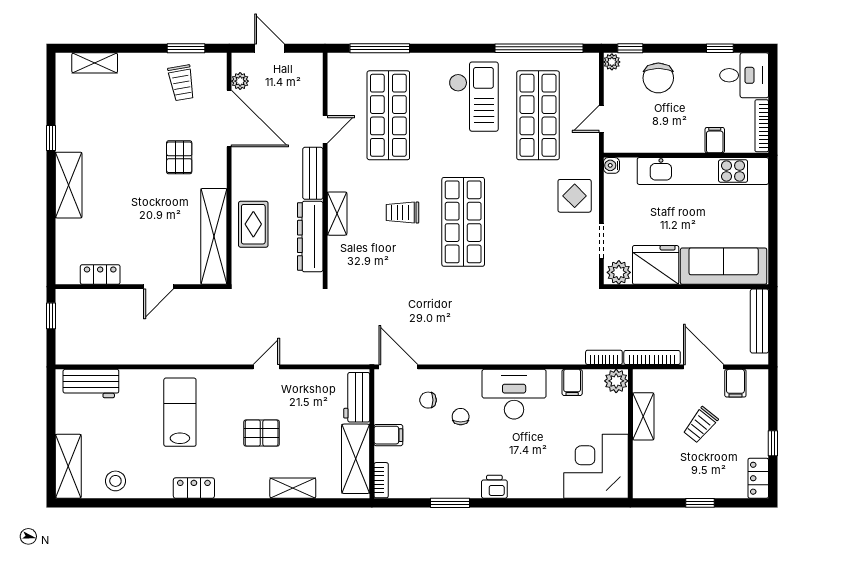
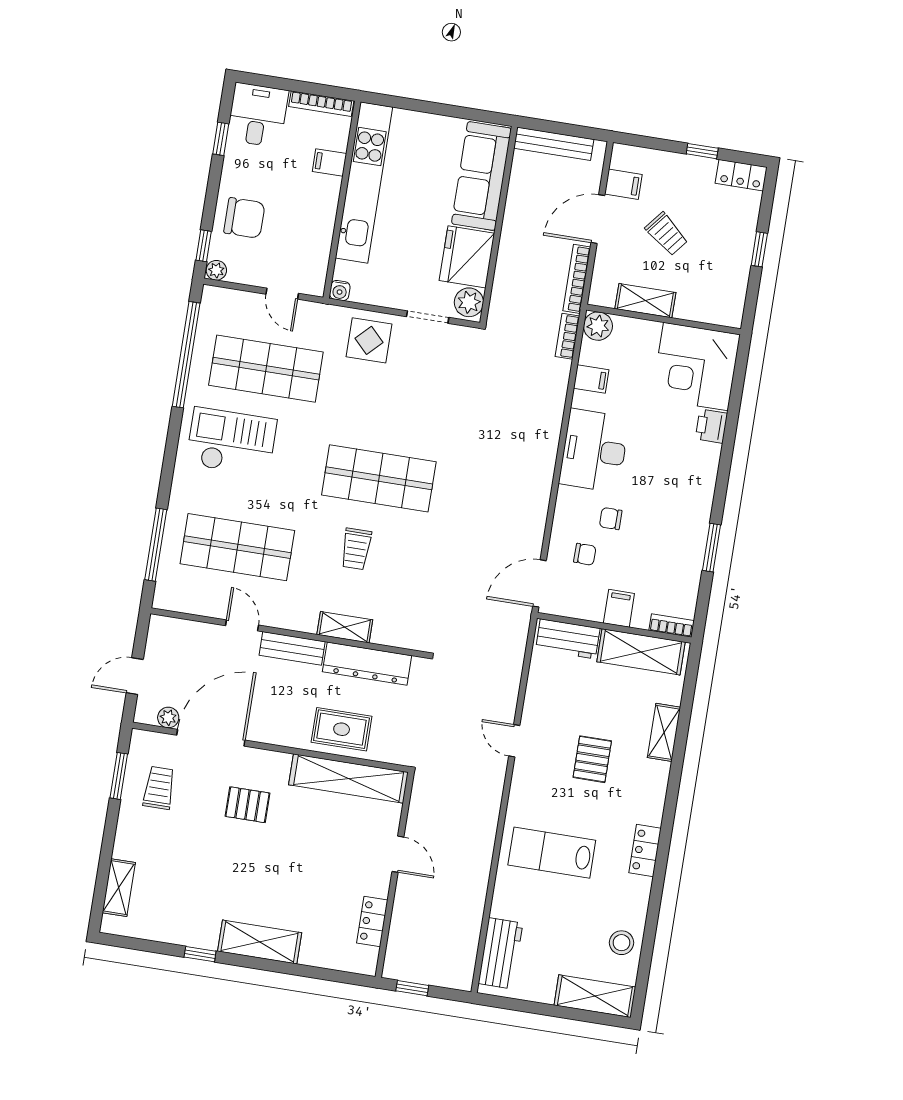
trolley: (181, 83) -> (159, 788), turned -80
chair: (428, 400) -> (585, 554), turned -89
printer: (494, 487) -> (711, 426), moved

